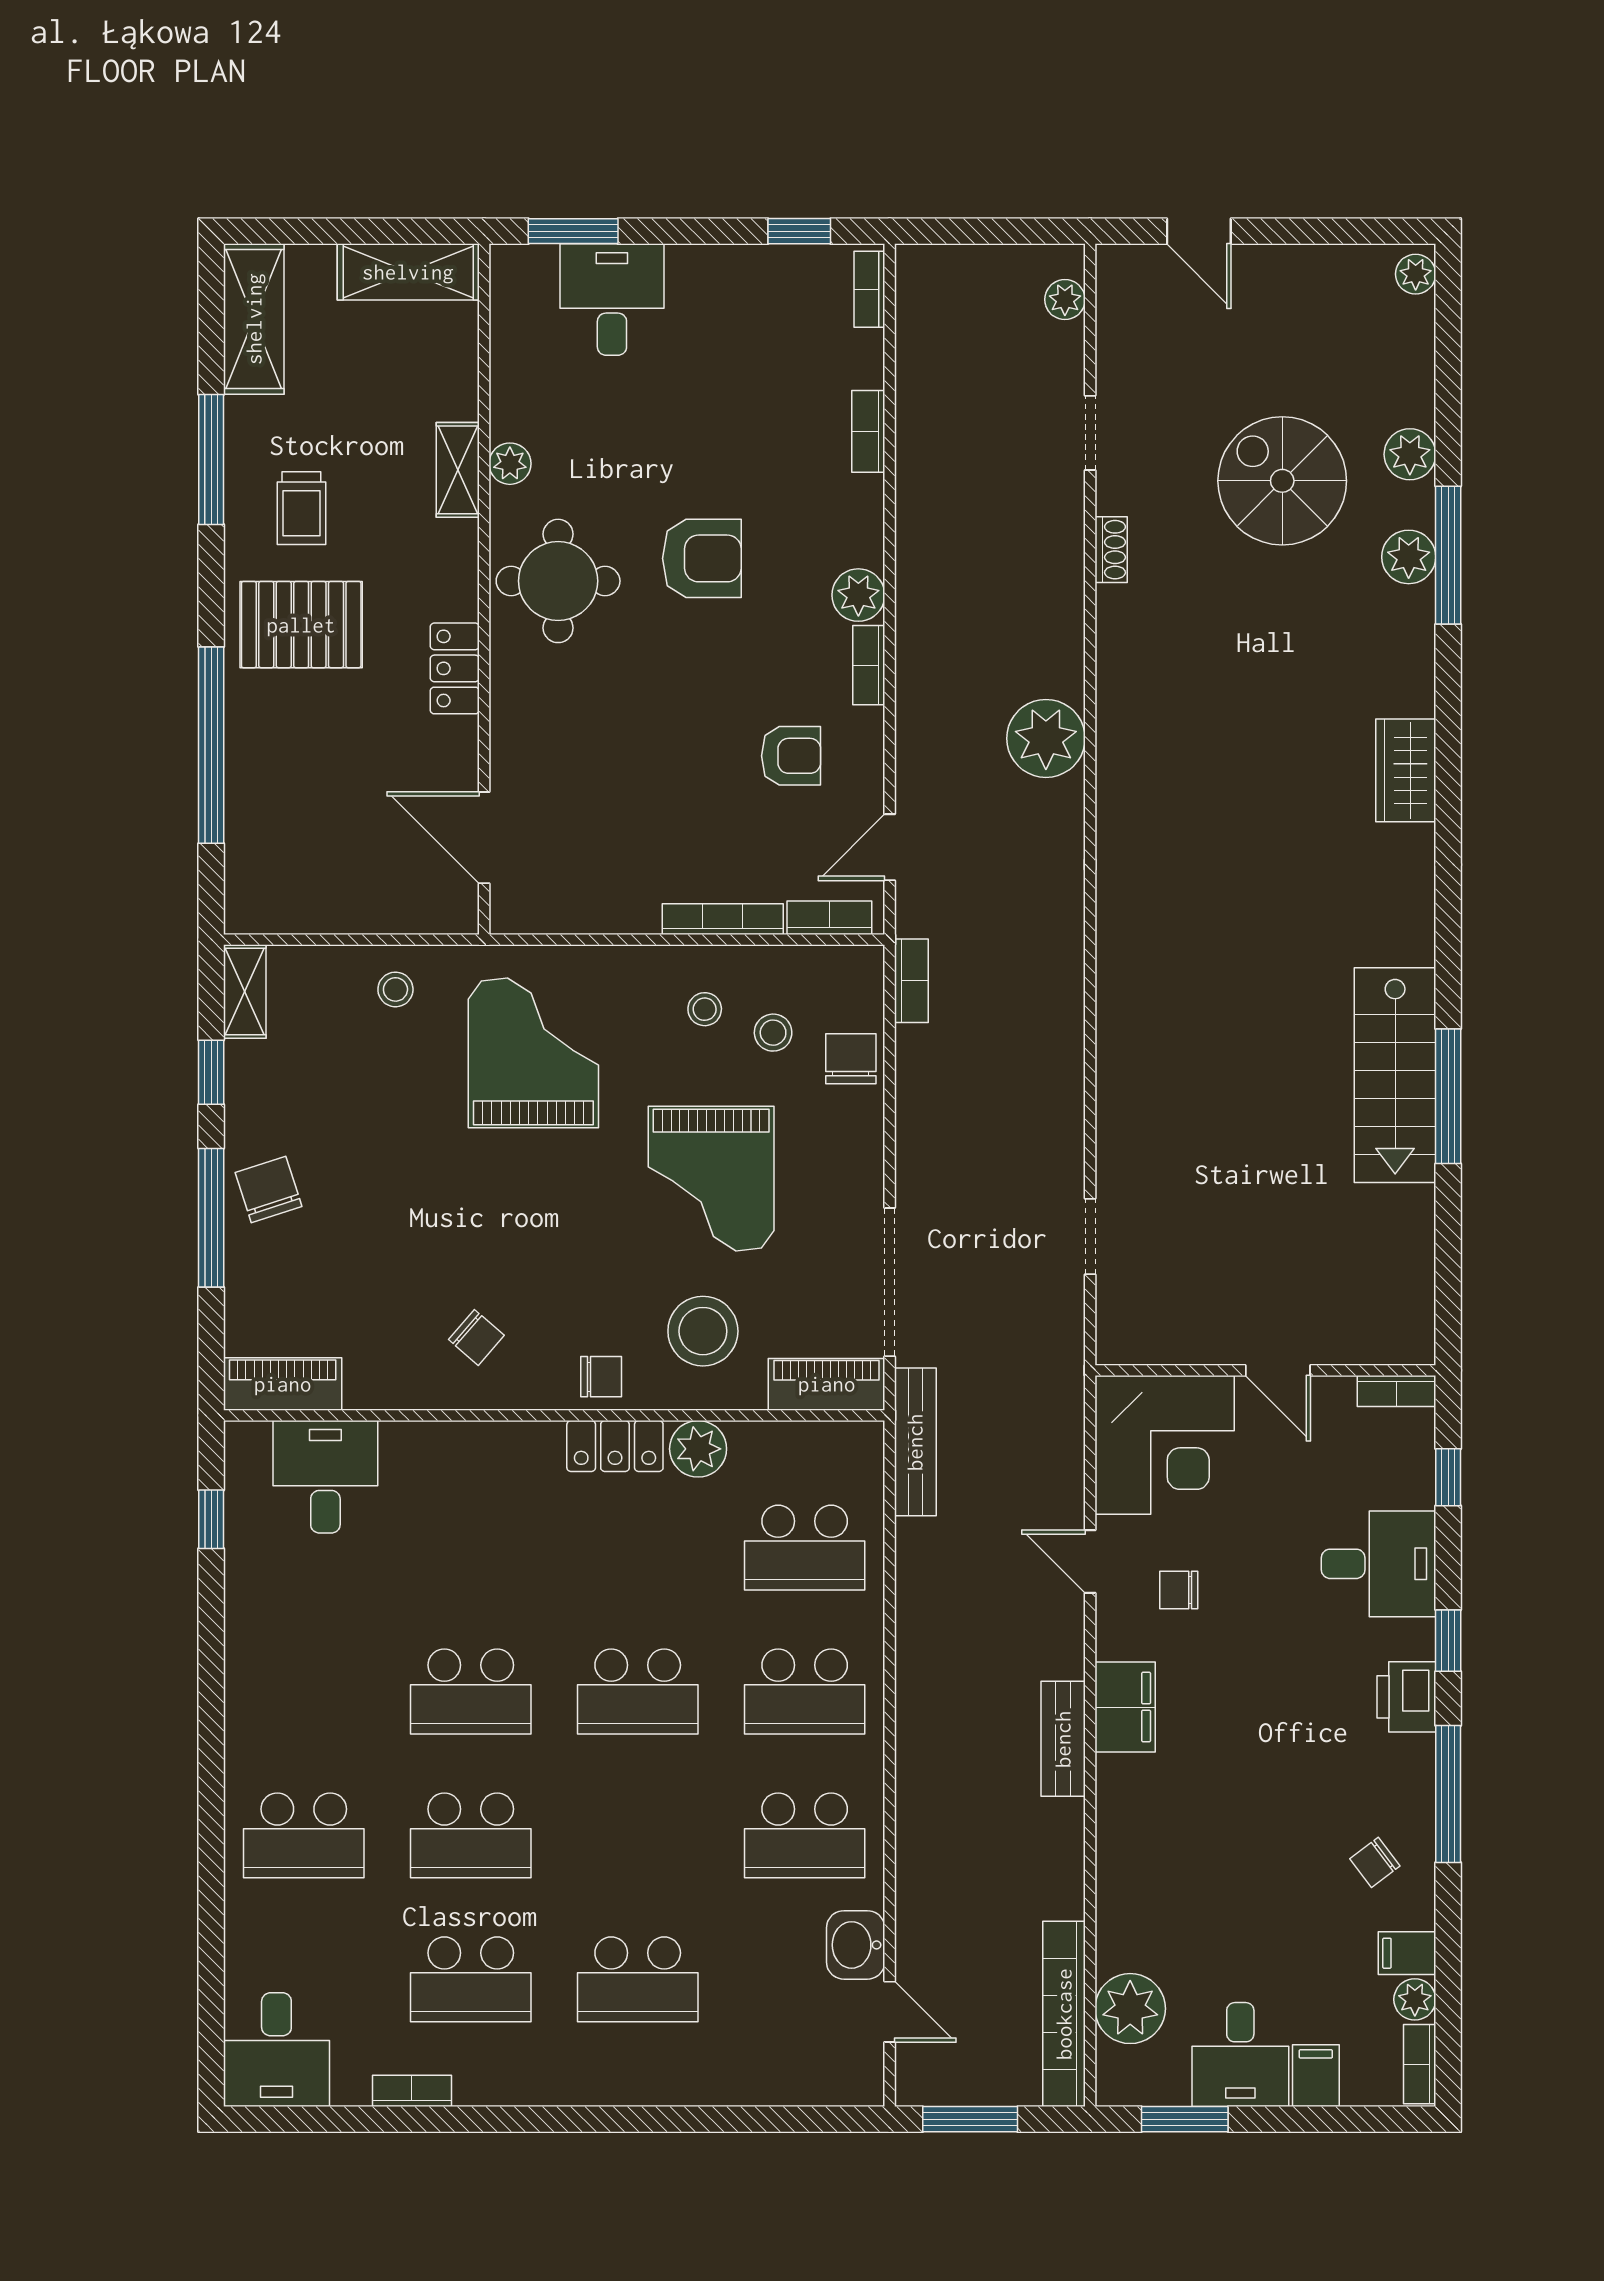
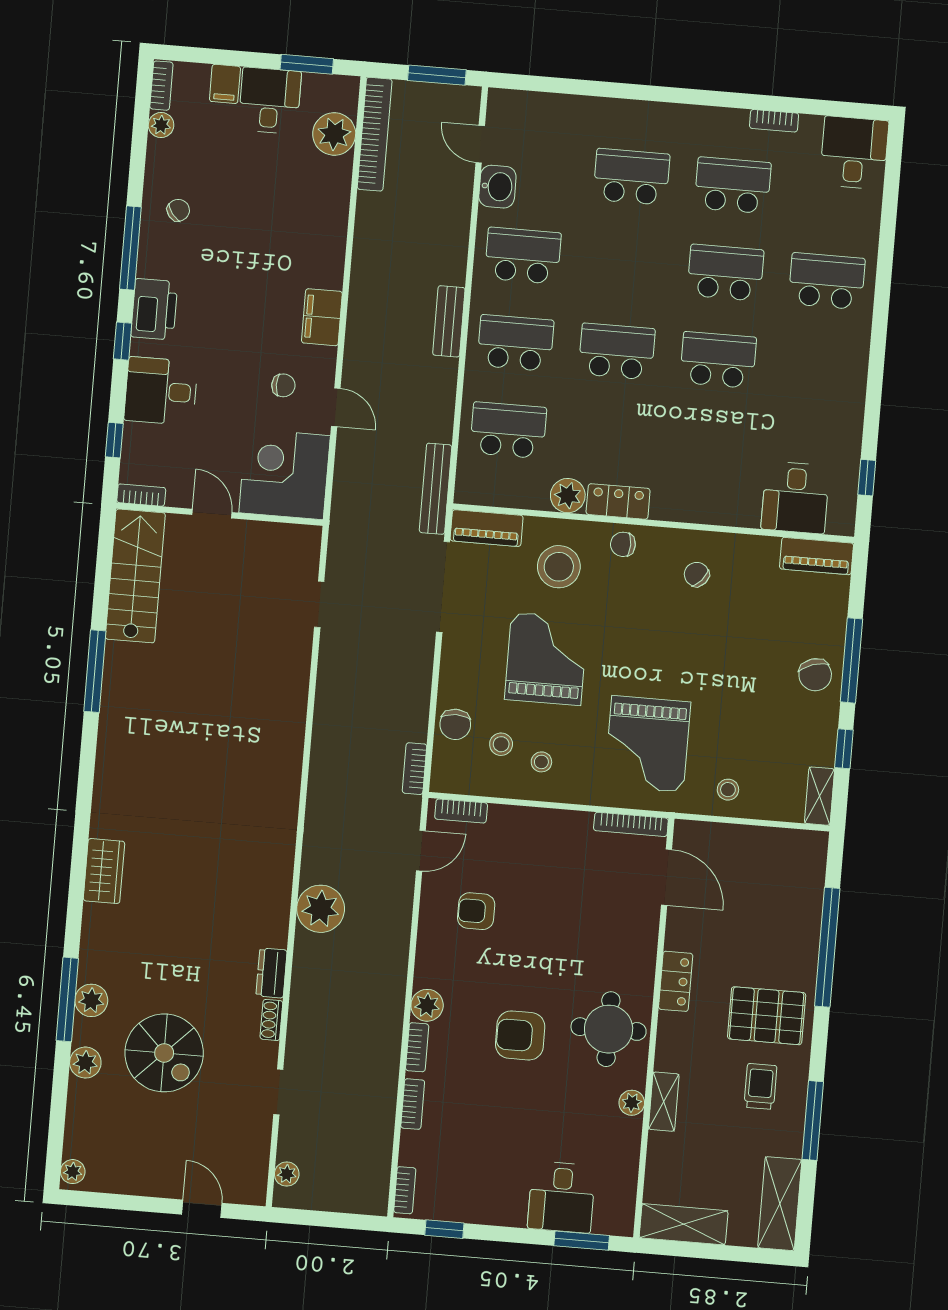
dresser: (1117, 627) -> (272, 973), added
bookcase: (869, 665) -> (417, 1047), moved
bookcase: (723, 919) -> (631, 824), moved
stairs: (1395, 1075) -> (135, 576), moved
printer: (1406, 1697) -> (154, 309), width x1.37, depth x1.19
bench: (1063, 1739) -> (449, 321), moved
filing cabinet: (1407, 1953) -> (163, 153), removed

